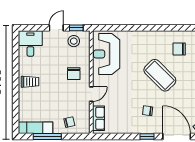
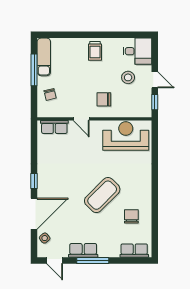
stool: (74, 41) -> (128, 77), moved
chair: (148, 111) -> (63, 181), removed

